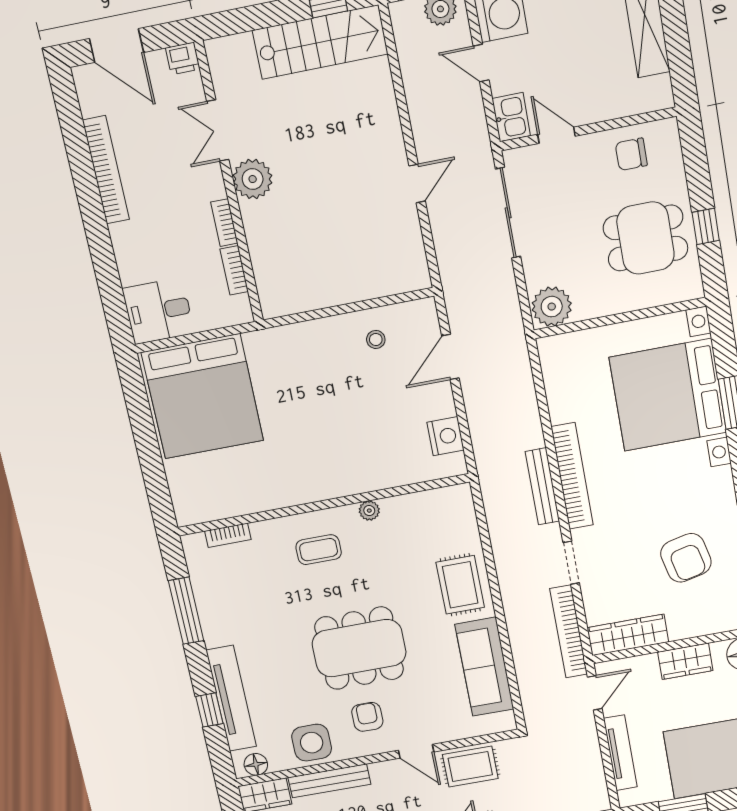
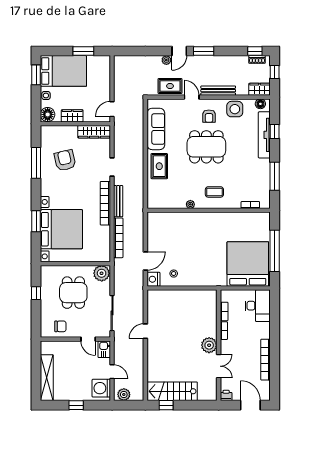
dining table: (645, 238) -> (73, 293), moved, turned 90
desk: (158, 311) -> (258, 306), width x1.37
nightstand: (445, 436) -> (153, 279), moved
window: (146, 439) -> (275, 251), added
bookcase: (569, 632) -> (118, 238), moved
tv unit: (620, 753) -> (106, 80), removed
bench: (329, 781) -> (218, 91), moved

